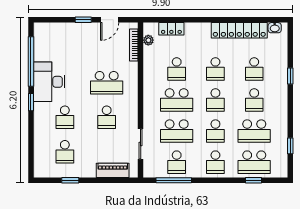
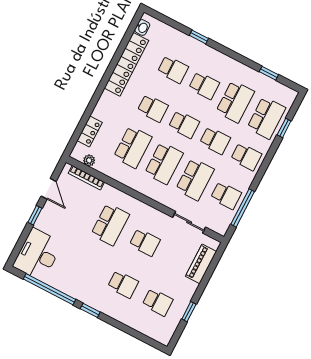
school desk: (177, 69) -> (133, 147), width x1.85
desk: (49, 82) -> (38, 255), moved, turned 90

